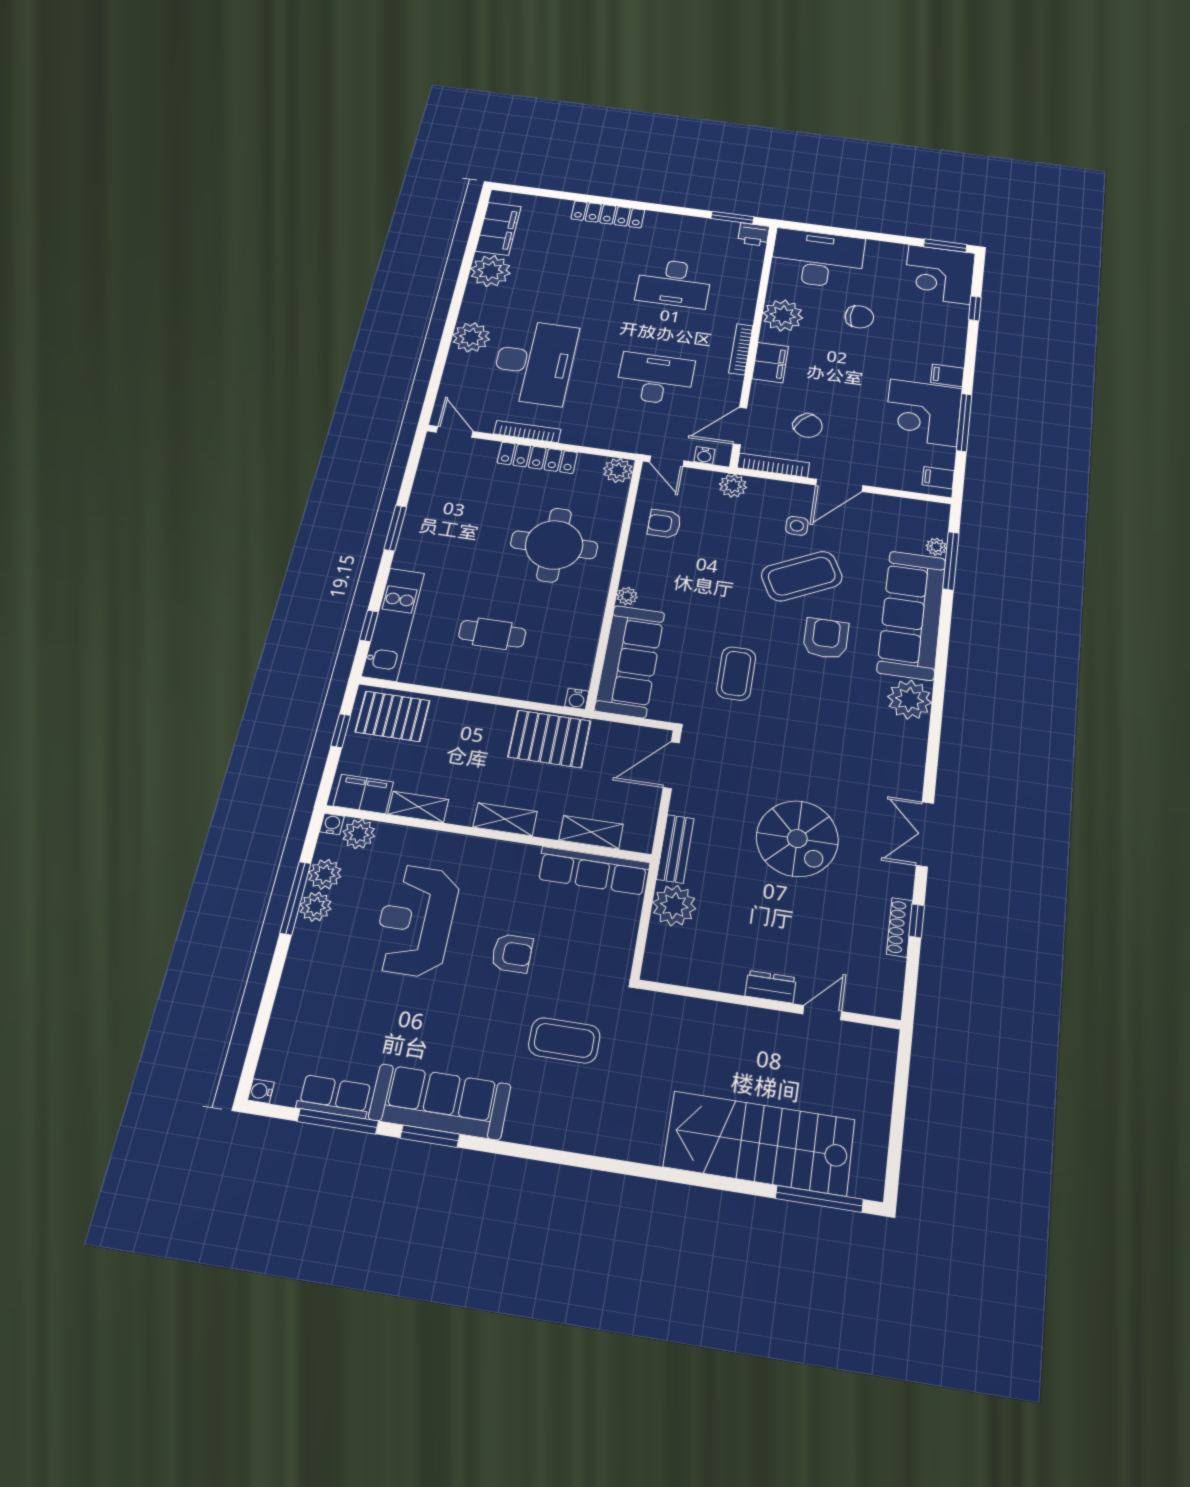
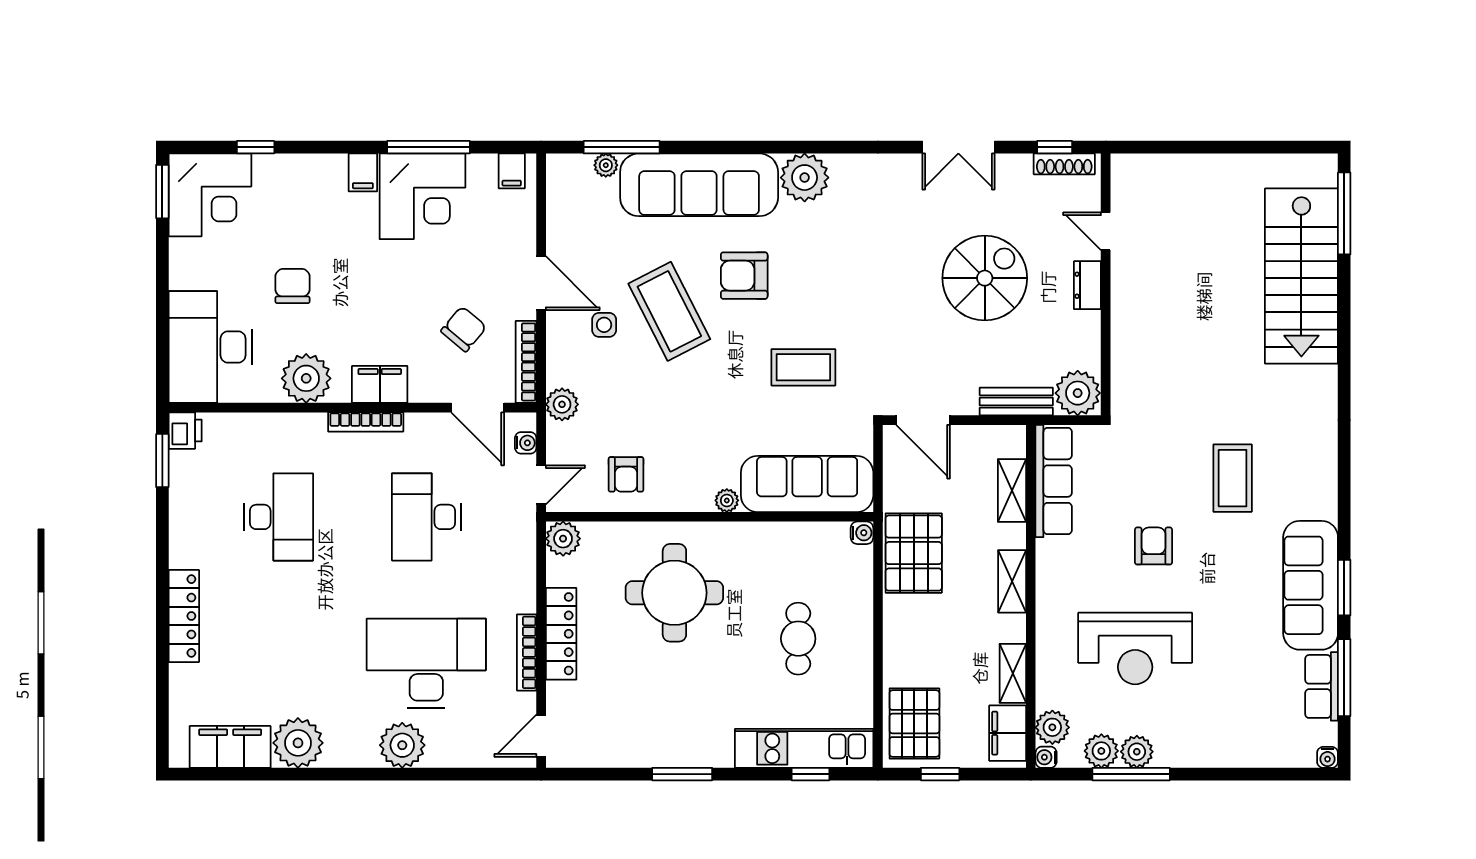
dresser: (771, 987) -> (1087, 285), moved
wall: (769, 1004) -> (1106, 284), moved
door: (822, 1013) -> (1106, 231), moved

